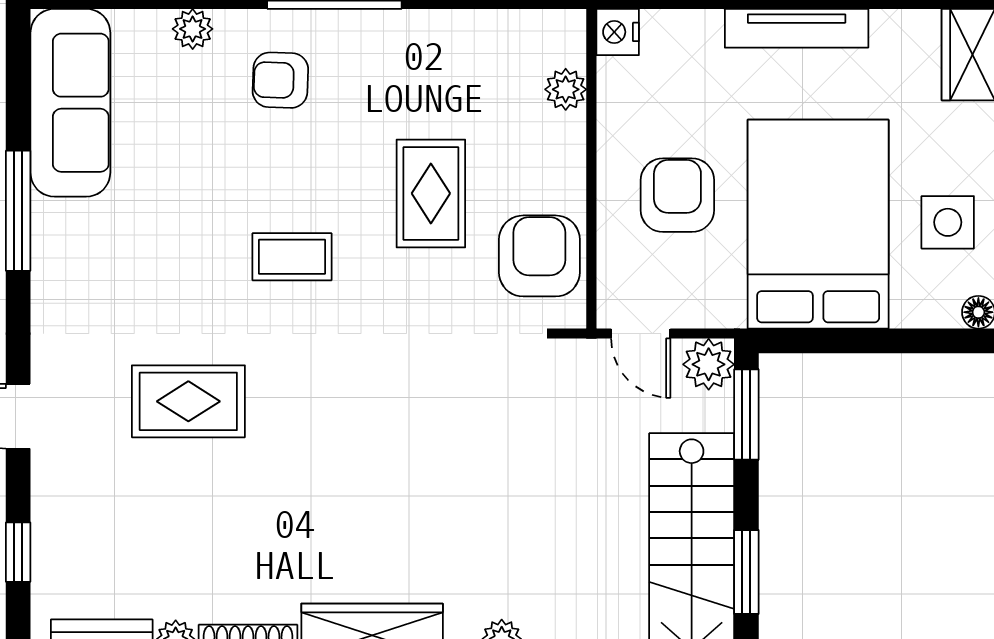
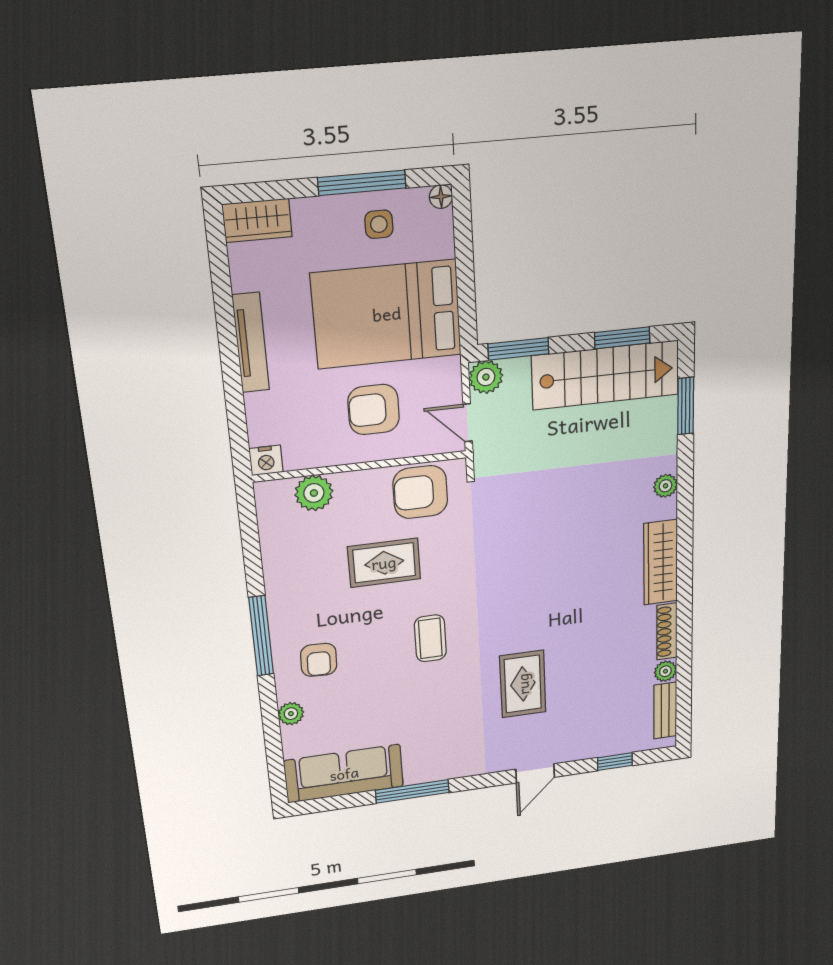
plant: (566, 89) -> (314, 493), width x1.38, depth x1.38
side table: (948, 222) -> (379, 224), width x0.73, depth x0.73
door: (641, 334) -> (468, 423), swing flipped

